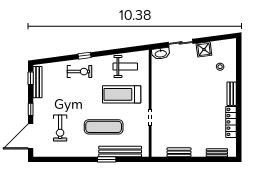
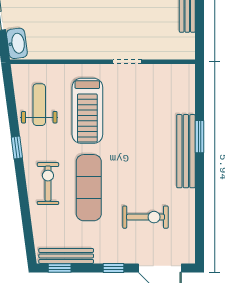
window: (84, 56) -> (17, 148), moved
exercise mat: (104, 127) -> (89, 188), moved
bench: (120, 151) -> (186, 151), moved

